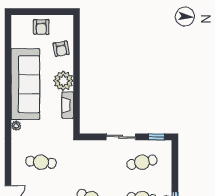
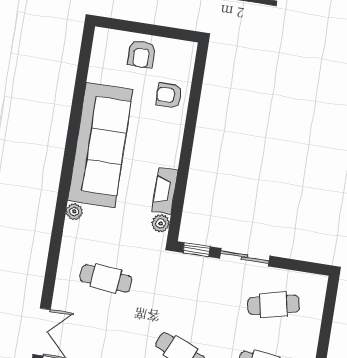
armchair: (61, 49) -> (169, 95), turned 99
plant: (63, 81) -> (161, 223), moved, width x0.53, depth x0.53
window: (156, 137) -> (196, 250), moved

